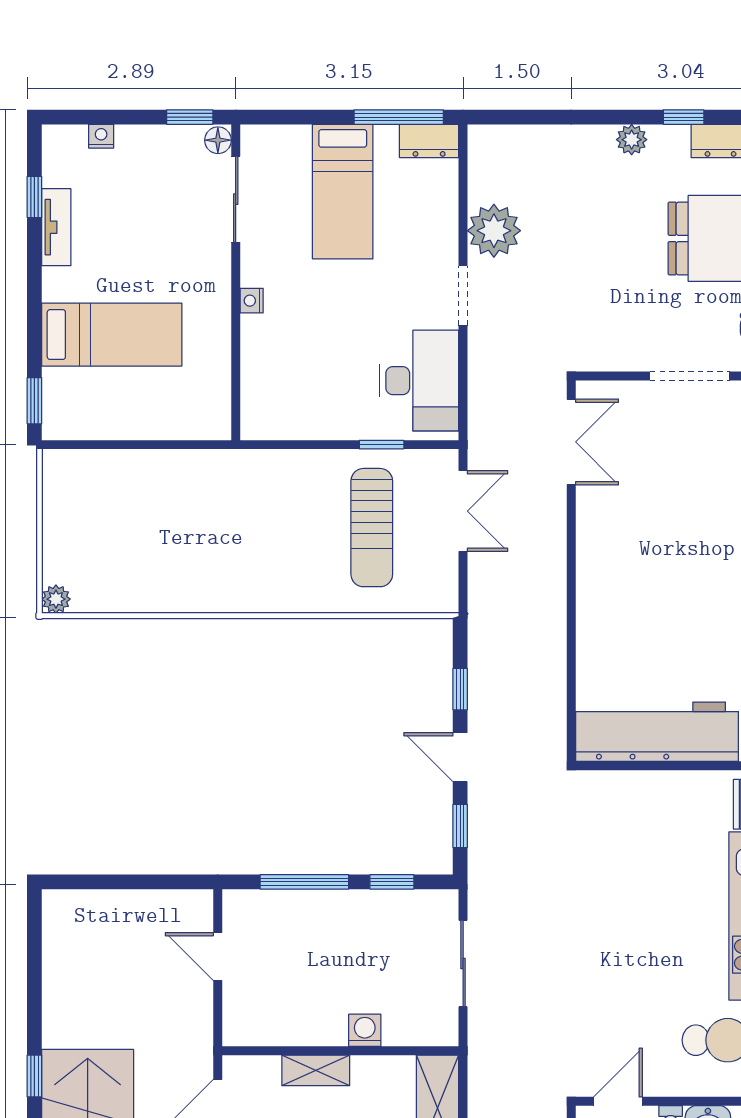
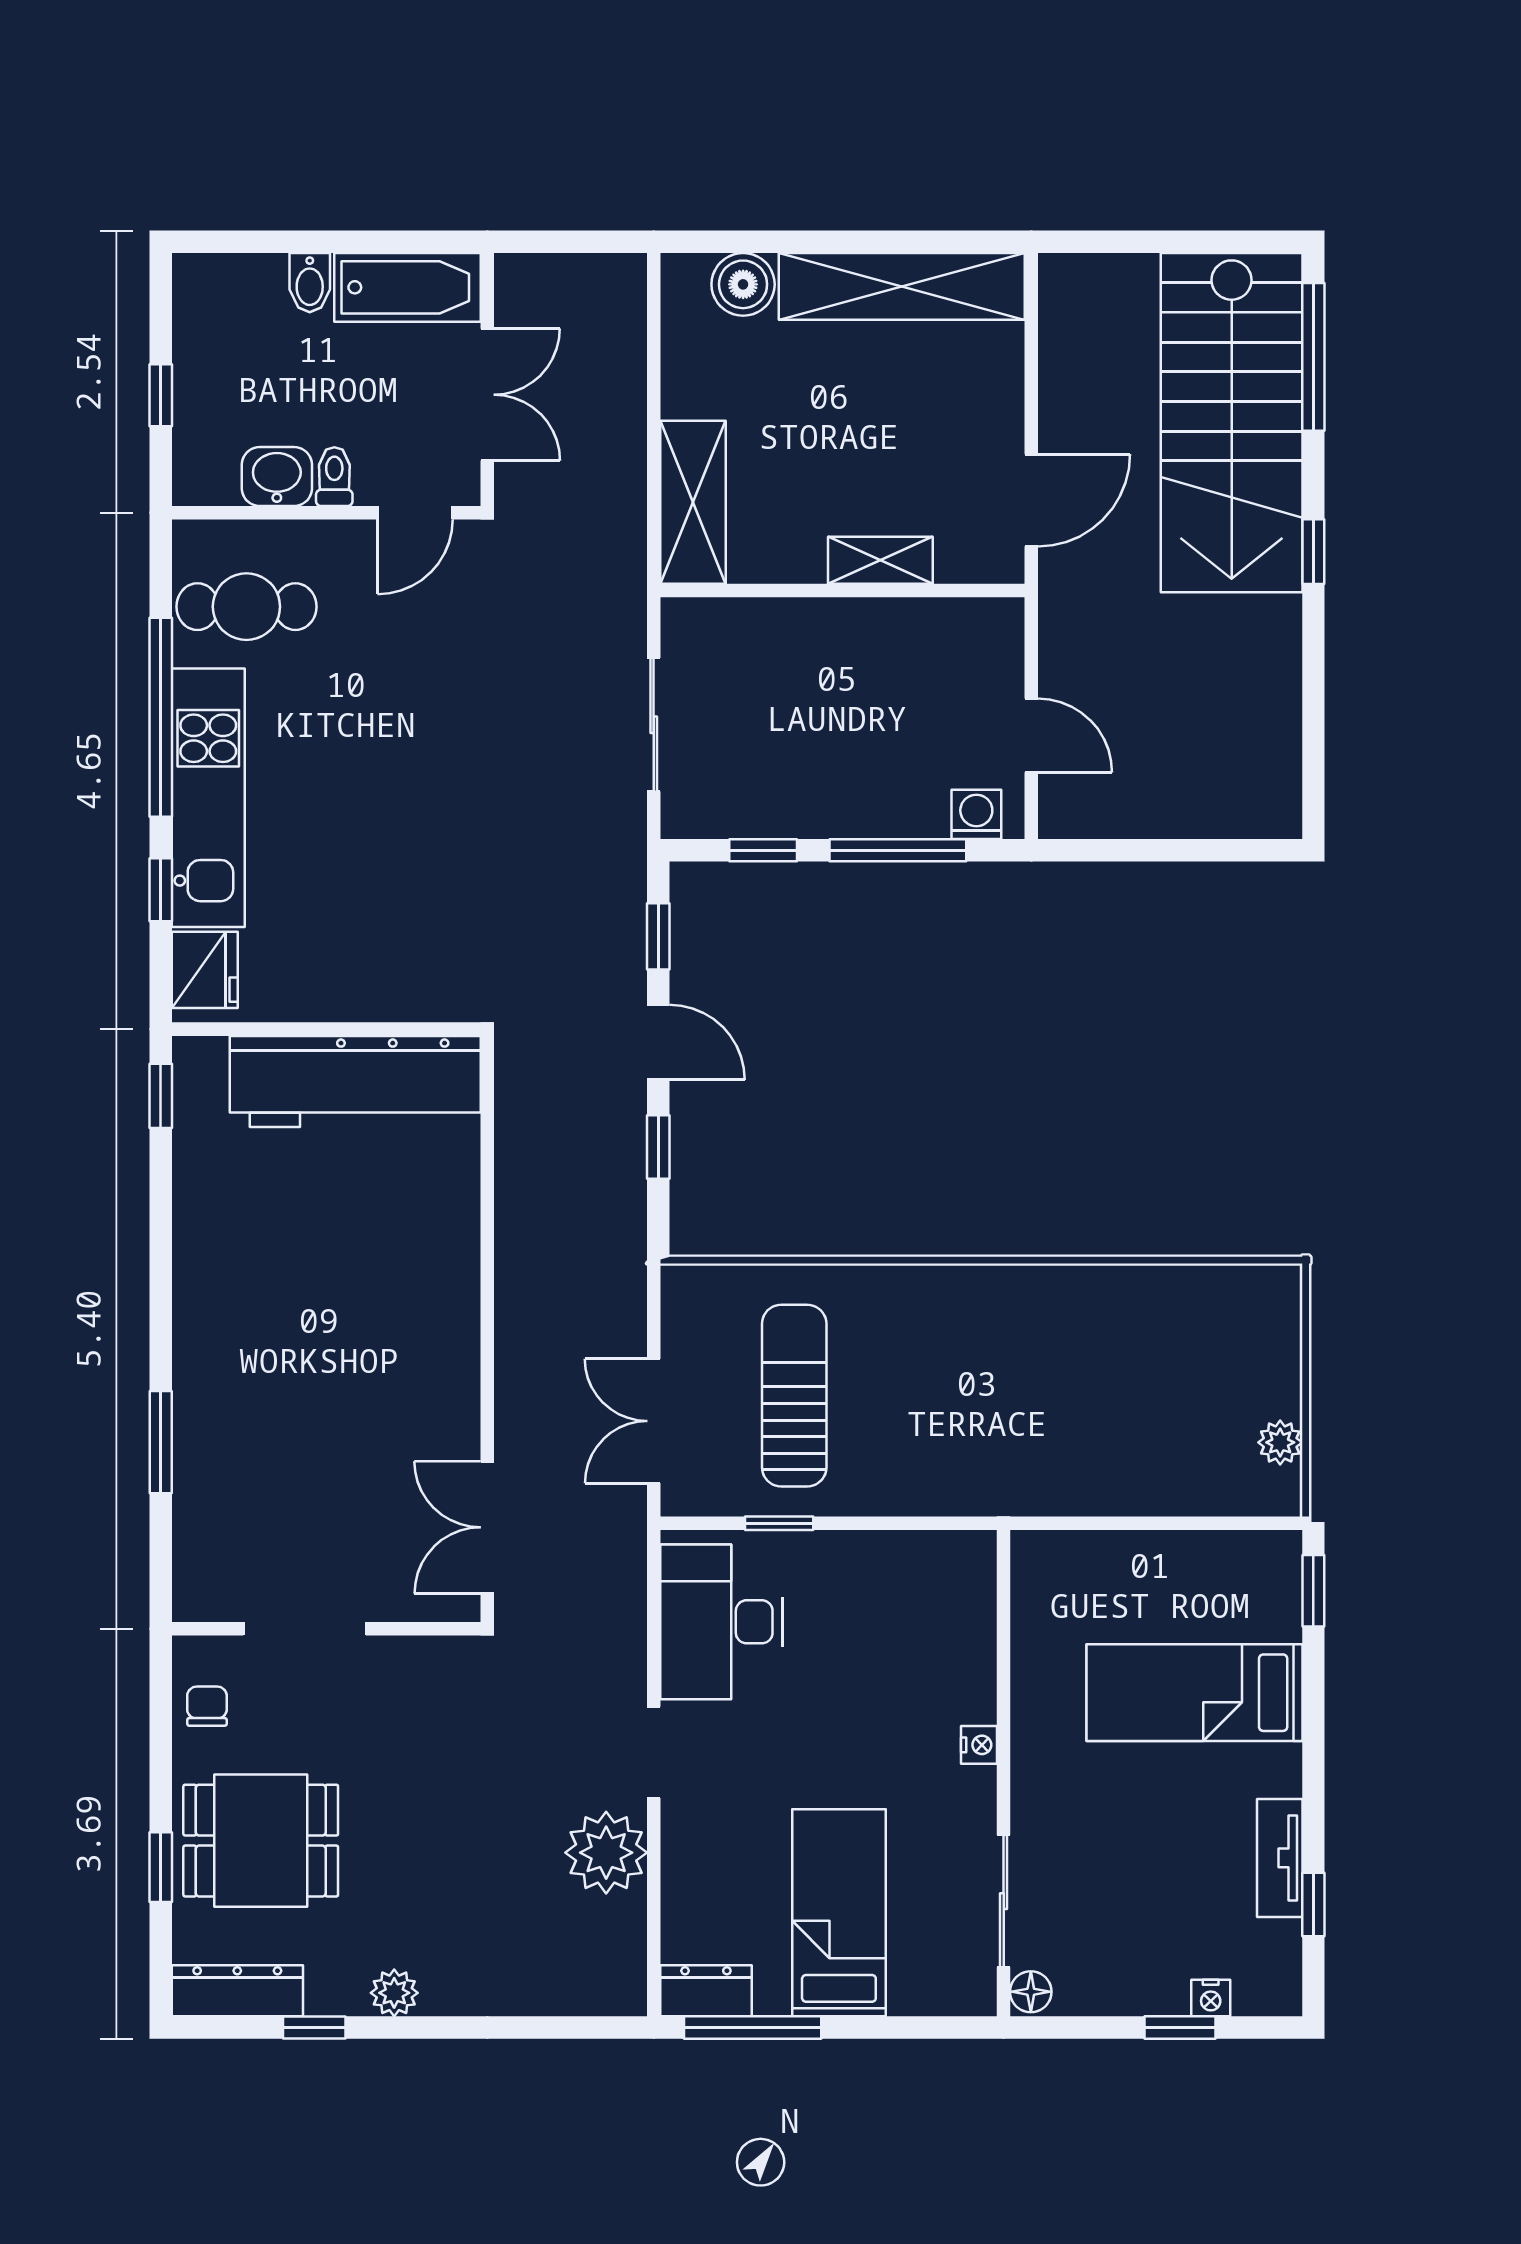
window: (190, 117) -> (1180, 2027), moved
plant: (56, 599) -> (1280, 1442), moved
washing machine: (365, 1030) -> (976, 814), moved, turned 180

